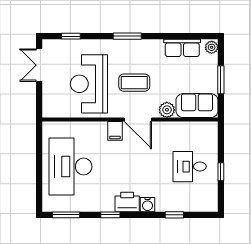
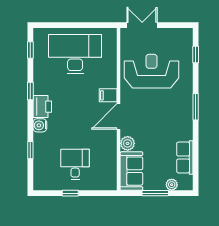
plant: (212, 47) -> (172, 185), moved
double door: (39, 65) -> (142, 25), moved
coffee table: (134, 83) -> (153, 113), removed
window: (66, 215) -> (30, 50), width x0.67

